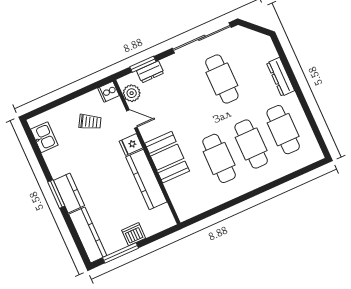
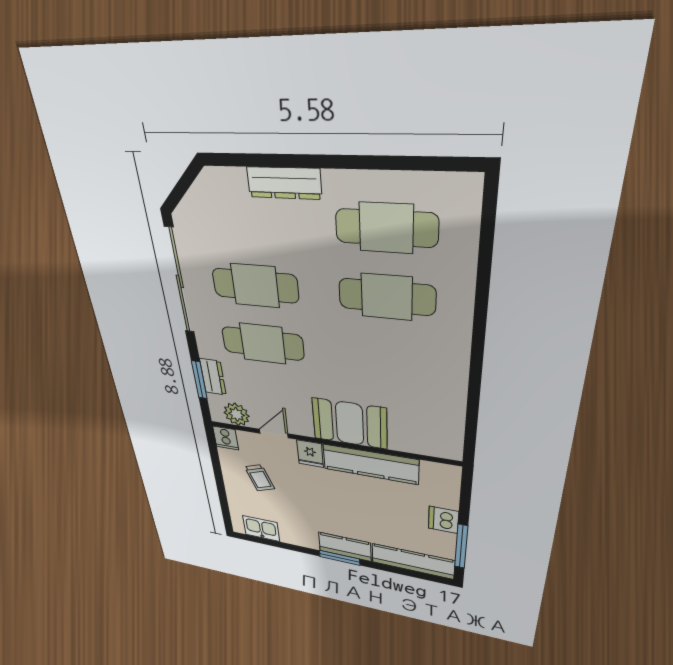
trolley: (90, 122) -> (260, 478), turned 130
cafe table: (219, 158) -> (263, 344), moved

